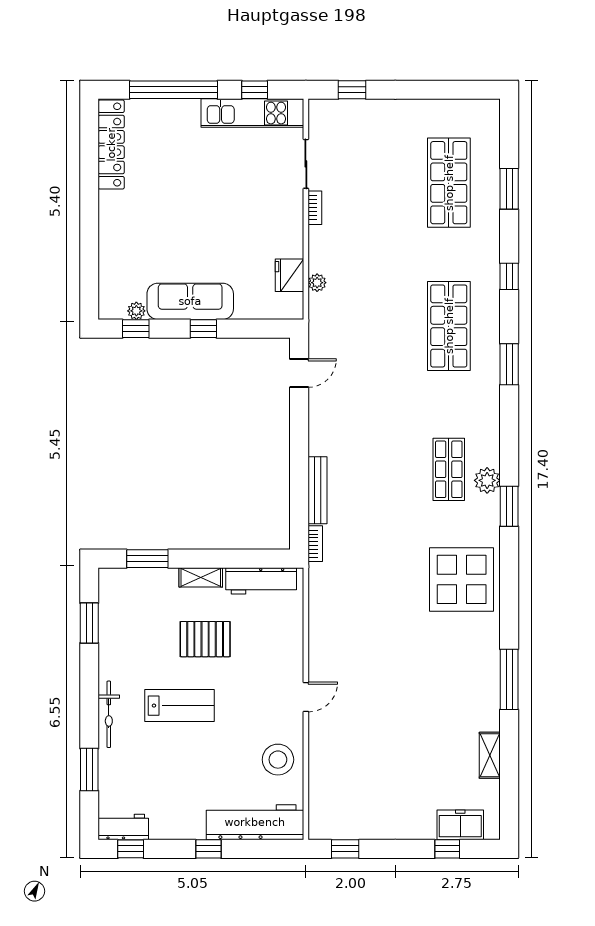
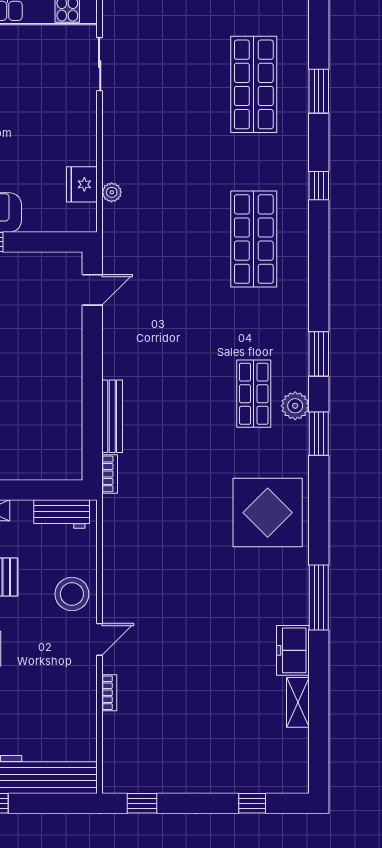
bookcase: (315, 208) -> (109, 693), moved
window: (509, 364) -> (319, 354), moved
workbench: (261, 581) -> (62, 514), width x0.73
window: (509, 679) -> (319, 598), moved
stool: (278, 760) -> (72, 594), moved
freezer: (460, 825) -> (293, 650), moved, turned -90

